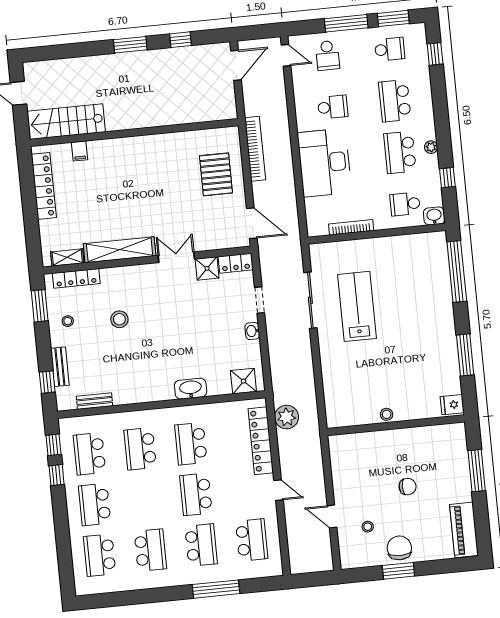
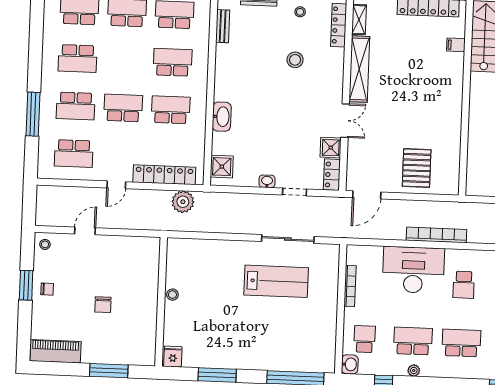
bookcase: (255, 149) -> (436, 235), moved, turned 180
pallet: (216, 174) -> (417, 168), turned 90
stool: (368, 527) -> (45, 244), moved
chair: (399, 548) -> (47, 289), width x0.54, depth x0.54

